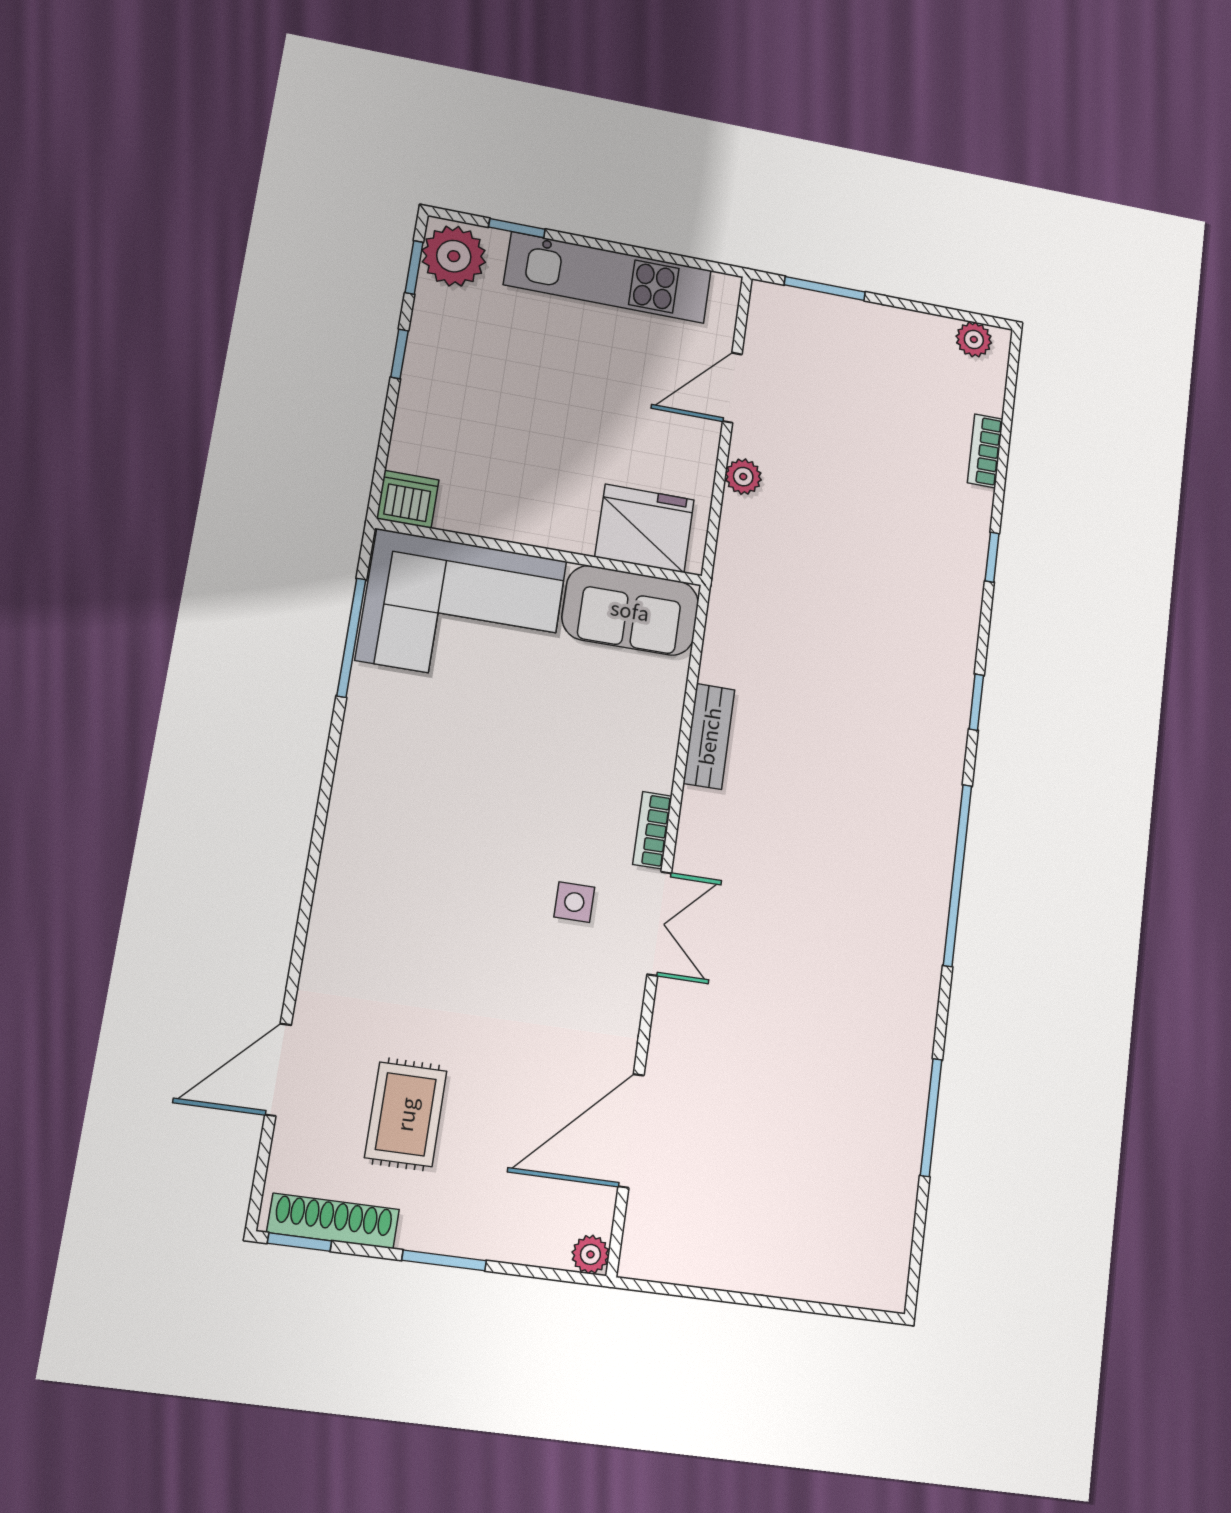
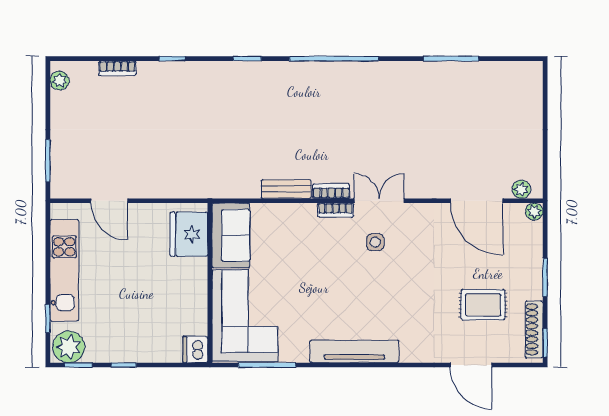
plant: (743, 477) -> (521, 189), moved
tv unit: (350, 823) -> (354, 351), added
bookcase: (692, 827) -> (331, 191), added

